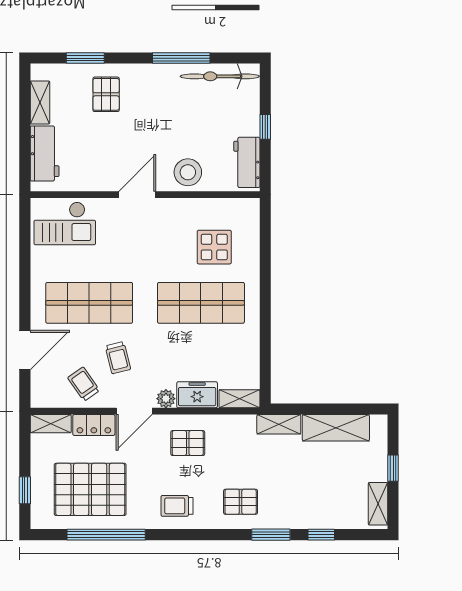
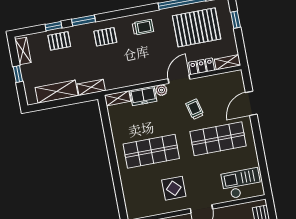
display table: (214, 247) -> (174, 188), moved
trolley: (84, 384) -> (212, 90), removed
pallet: (188, 443) -> (59, 41), moved

